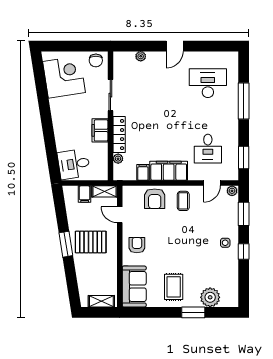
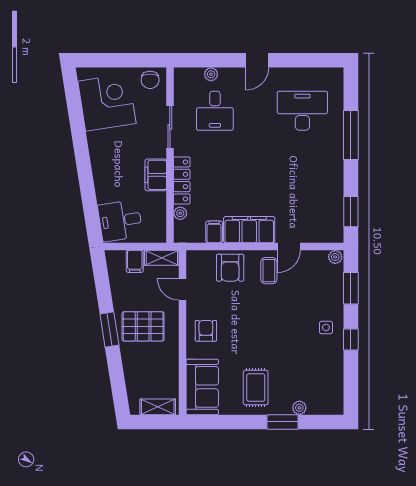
desk: (208, 149) -> (215, 111), moved
door: (212, 183) -> (289, 246), moved
plant: (210, 297) -> (299, 408), width x0.53, depth x0.53

